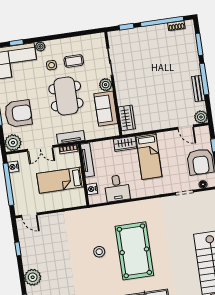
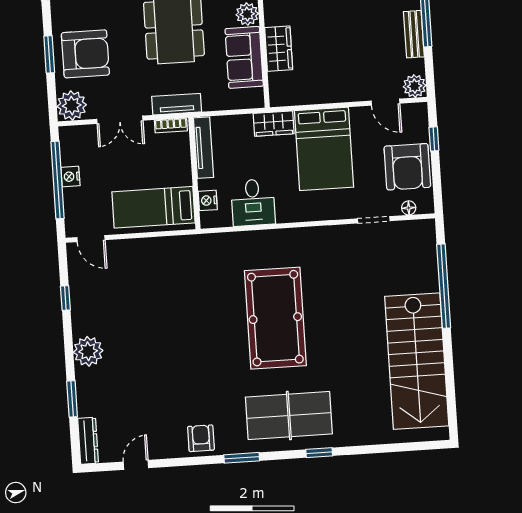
wardrobe: (127, 118) -> (279, 49), moved
bed: (149, 156) -> (324, 149), width x1.50
nightstand: (13, 167) -> (70, 177), moved
bed: (60, 180) -> (154, 207), moved
stool: (99, 252) -> (212, 315), removed

